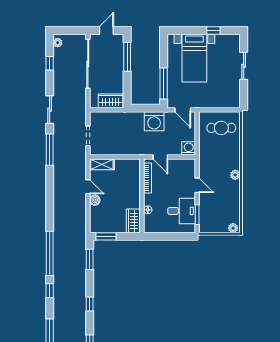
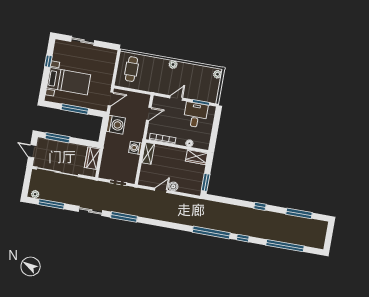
window: (50, 63) -> (51, 204), width x2.17
window: (164, 83) -> (75, 109), moved
washing machine: (189, 148) -> (135, 148), moved
door: (160, 157) -> (149, 114), moved
shelving: (102, 164) -> (148, 153), moved
window: (90, 259) -> (222, 200), removed

